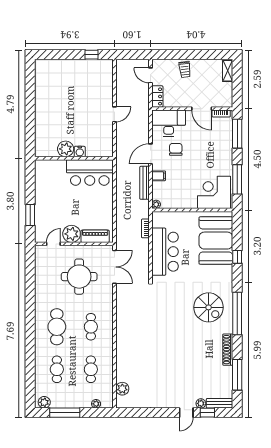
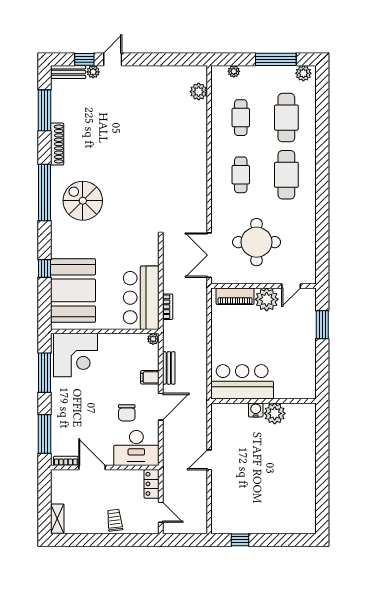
bench: (144, 183) -> (169, 368), width x0.73
bar counter: (165, 252) -> (141, 298), moved
cafe table: (57, 369) -> (286, 118), width x1.37, depth x1.35

